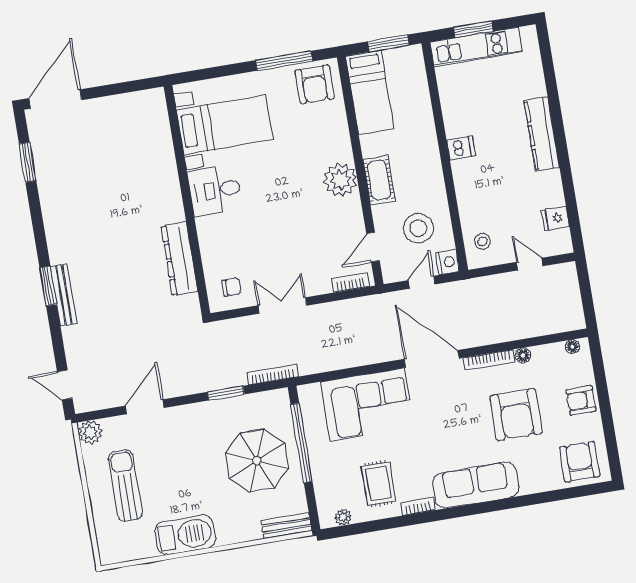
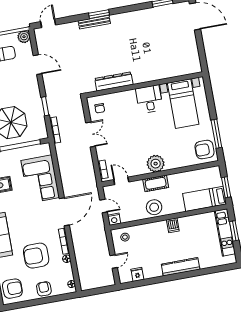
bed: (370, 92) -> (205, 199), moved
stool: (418, 228) -> (154, 207), moved

